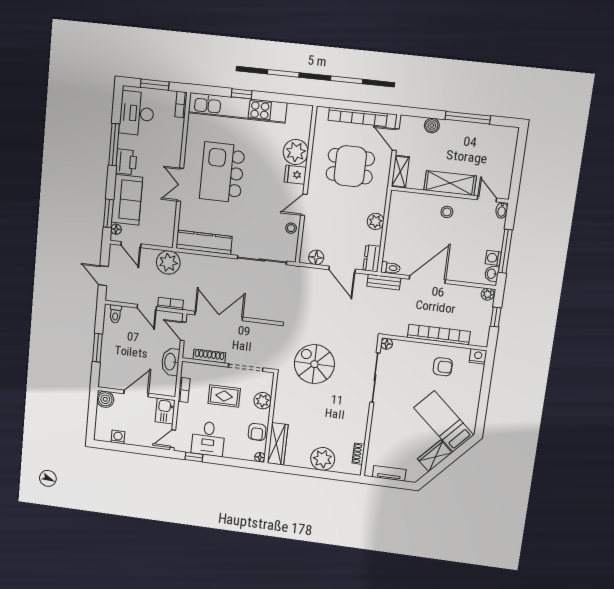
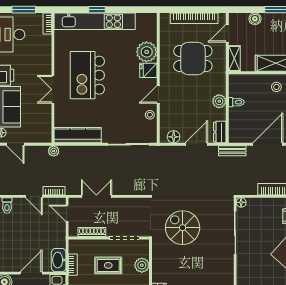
door: (396, 140) -> (227, 33), hinge flipped
plant: (168, 262) -> (54, 151), width x0.53, depth x0.53
toilet: (391, 268) -> (236, 102), moved
door: (342, 269) -> (196, 144), swing flipped
double door: (219, 316) -> (96, 196), width x0.73
washbasin: (170, 362) -> (59, 260), moved

